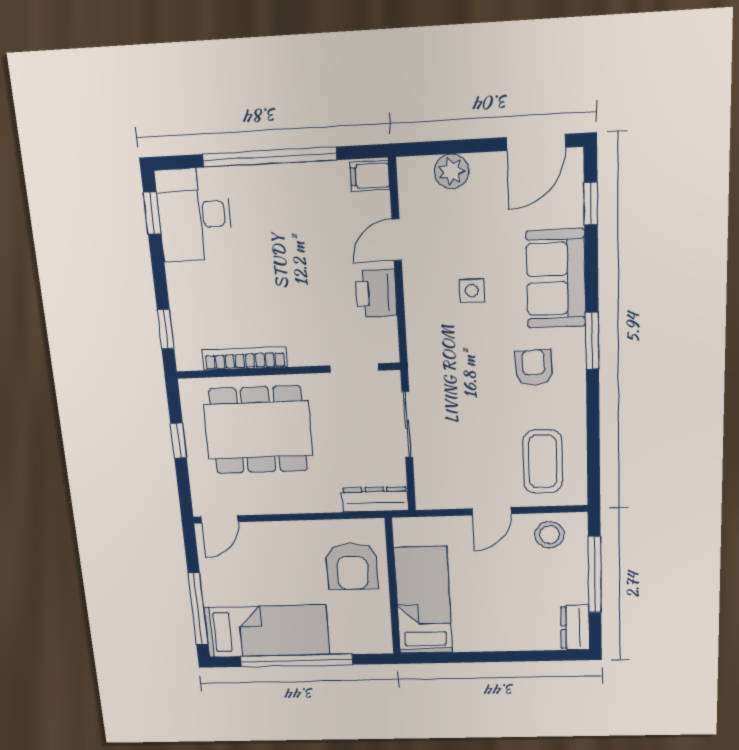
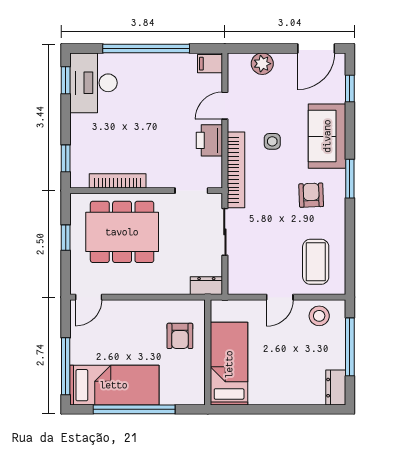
bookcase: (419, 335) -> (236, 170), added
dresser: (375, 499) -> (206, 286), width x0.70
armchair: (352, 566) -> (180, 336), width x0.72, depth x0.72

